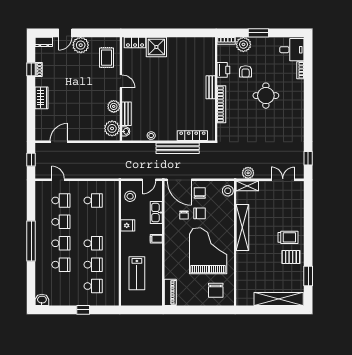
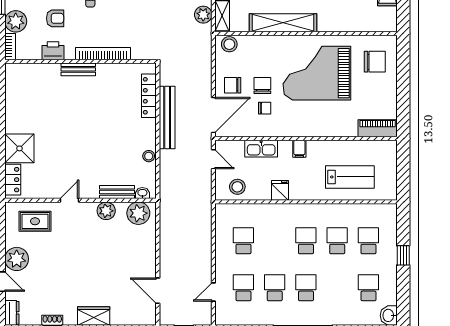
school desk: (61, 265) -> (368, 288), moved

